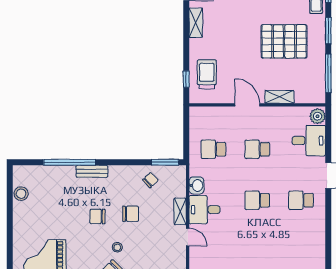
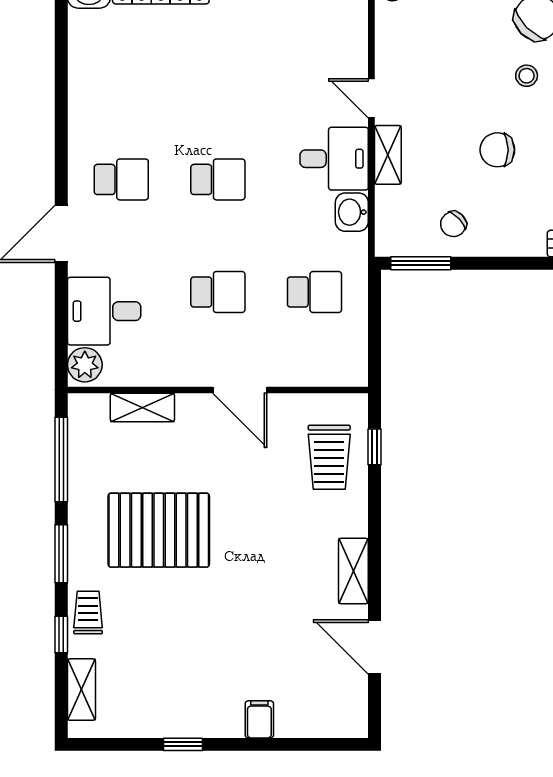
shelving: (279, 97) -> (142, 407), moved

